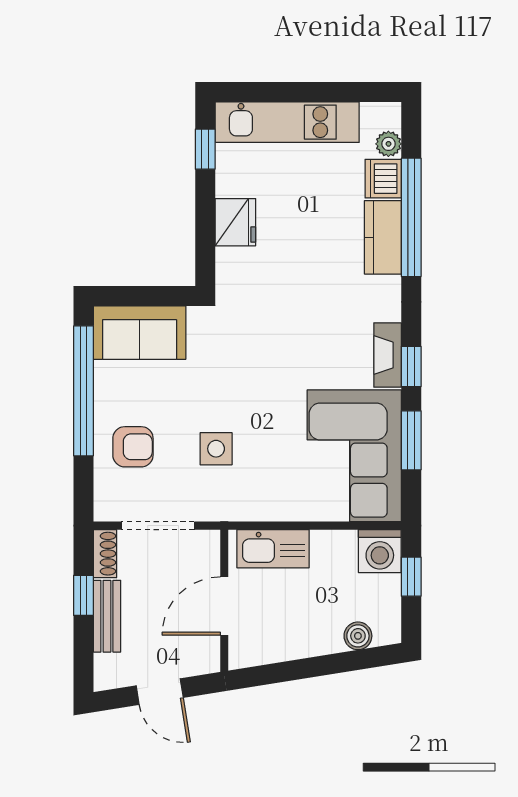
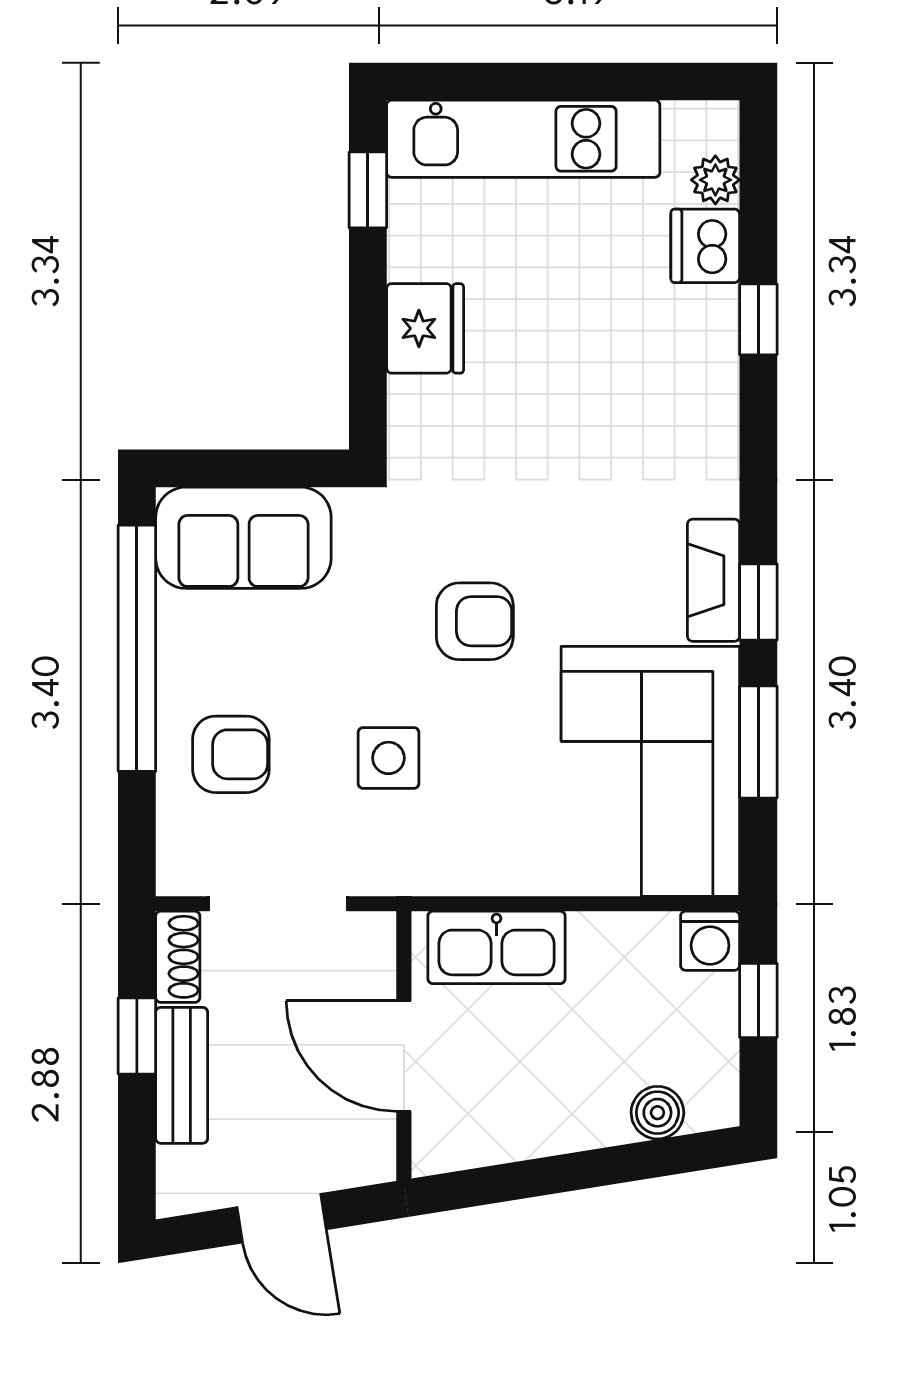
window: (411, 217) -> (758, 319), width x0.32
kitchen counter: (383, 237) -> (705, 357), removed
armchair: (262, 377) -> (475, 621), added
washing machine: (380, 551) -> (710, 941), width x0.73, depth x0.73
door: (224, 606) -> (404, 1056), hinge flipped

